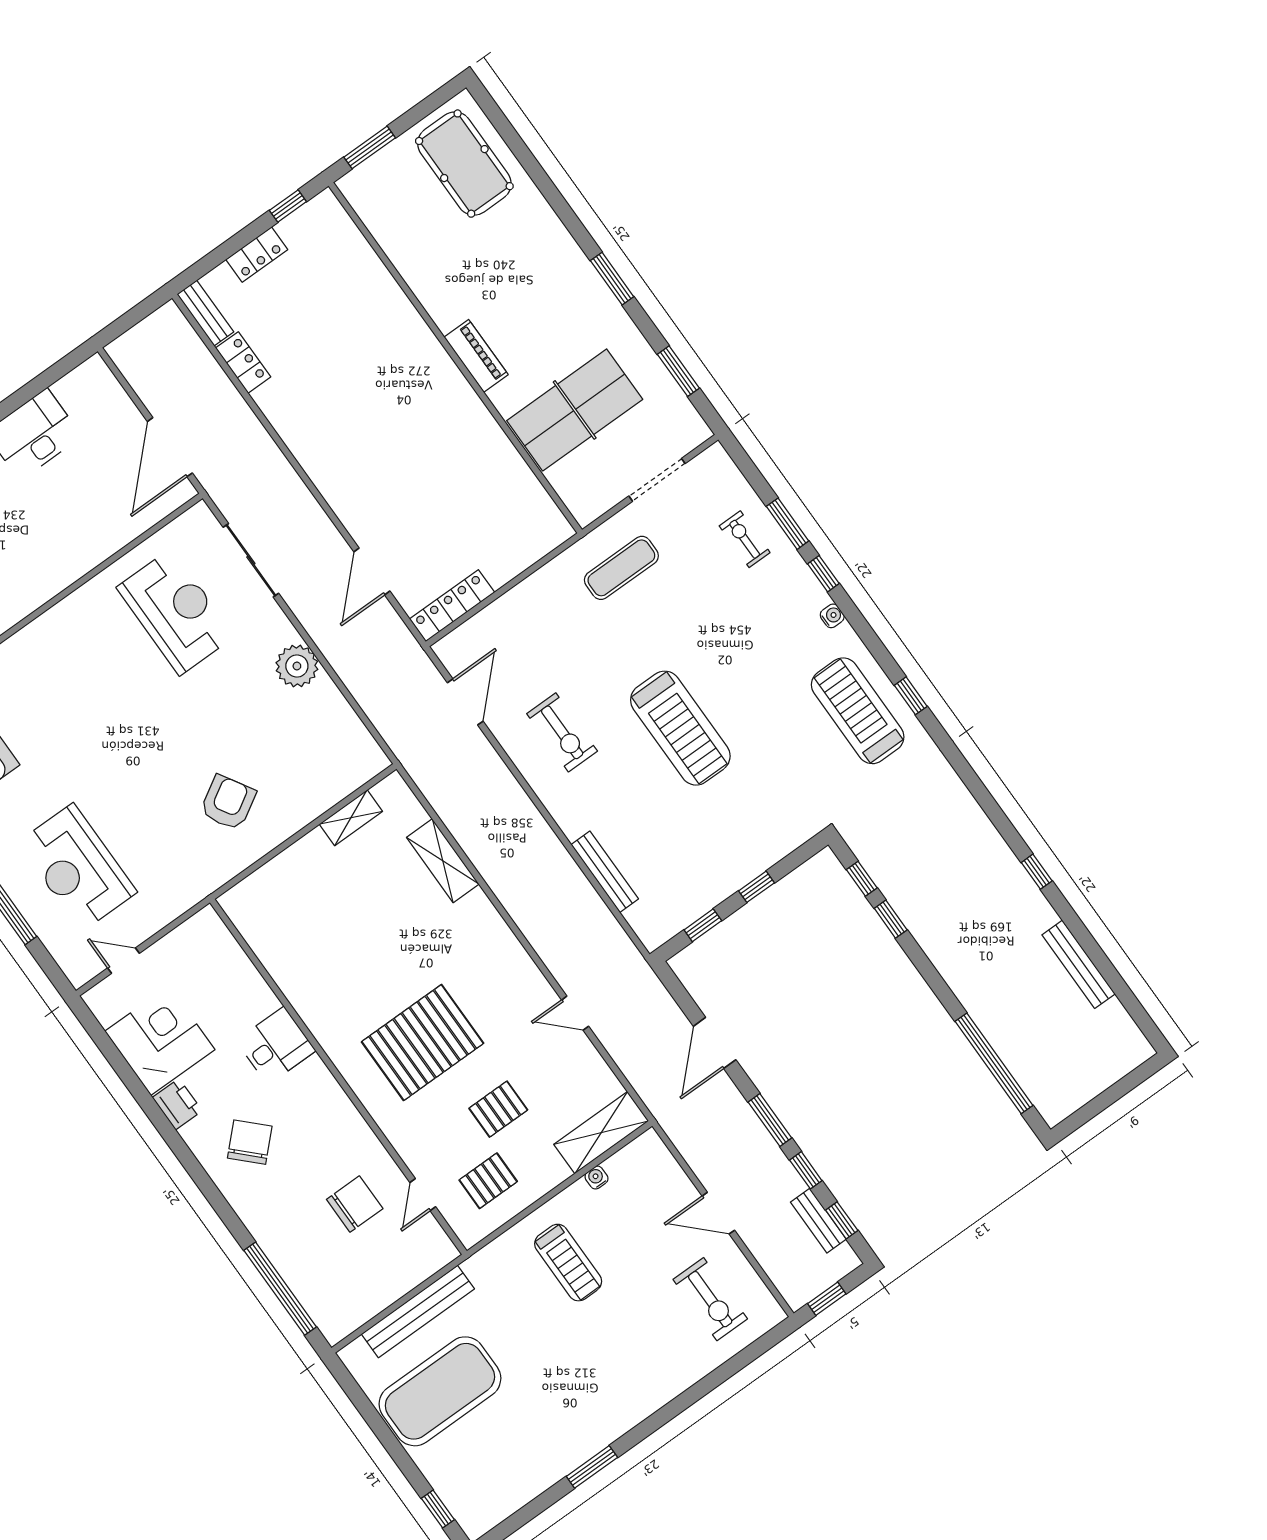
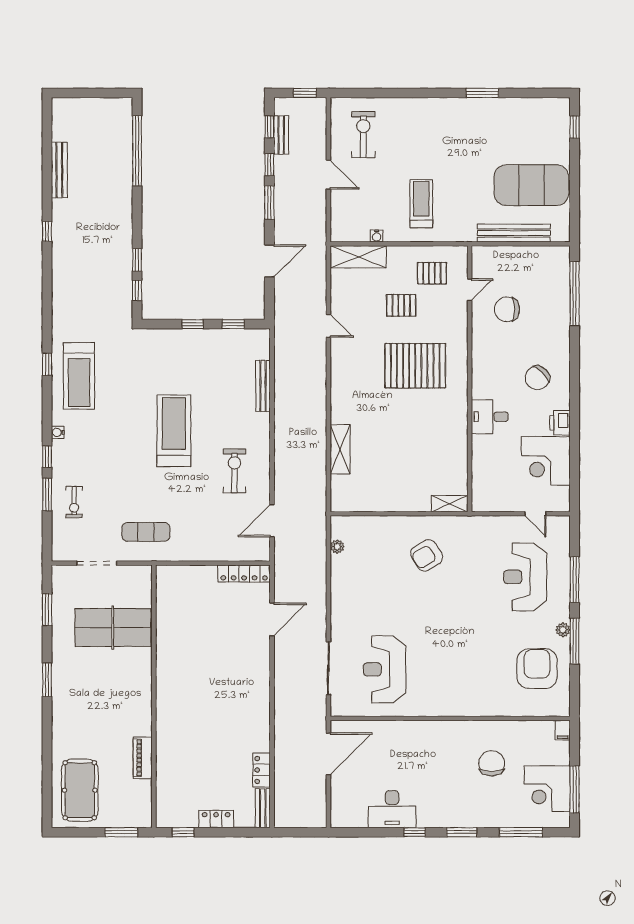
piano: (476, 356) -> (143, 758), moved
plant: (297, 666) -> (337, 546), moved, width x0.53, depth x0.53
shelving: (351, 818) -> (450, 504), moved
reception desk: (77, 867) -> (525, 577), turned 180

